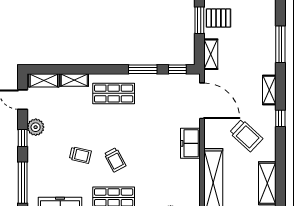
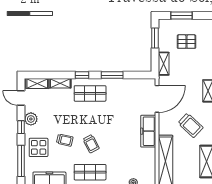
pallet: (218, 18) -> (186, 42), moved
window: (177, 69) -> (82, 75), moved
door: (202, 101) -> (157, 99), hinge flipped
freezer: (190, 143) -> (148, 131), width x1.40
display table: (46, 165) -> (39, 147), added

